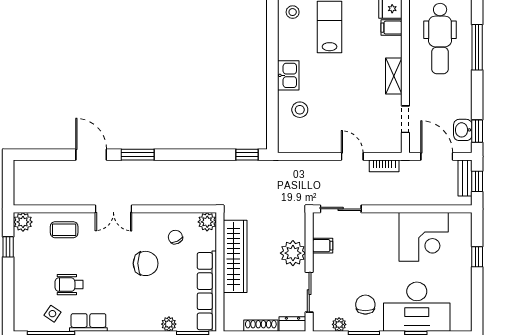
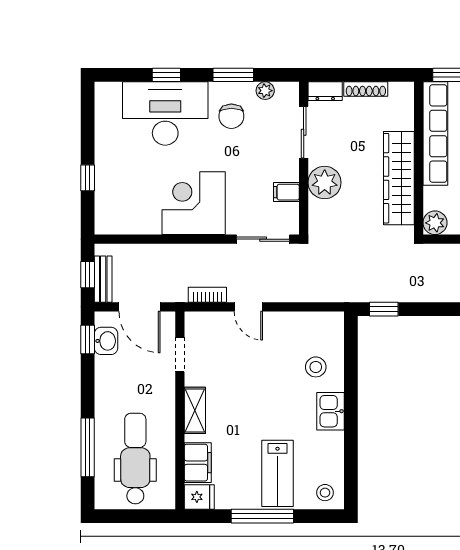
filing cabinet: (391, 28) -> (198, 463), width x2.00
corner desk: (424, 237) -> (194, 203), moved

